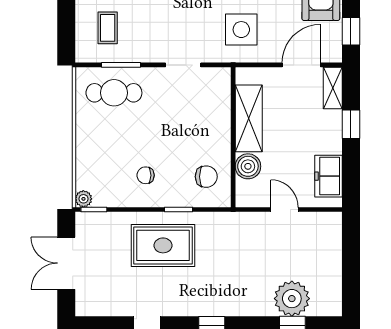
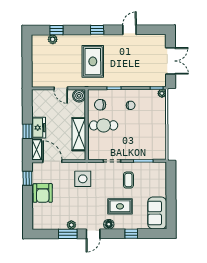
coffee table: (108, 28) -> (128, 180), moved
door: (301, 65) -> (52, 161), swing flipped
cafe table: (114, 93) -> (104, 125), moved
boiler: (248, 166) -> (79, 96), moved
freezer: (328, 176) -> (39, 128), moved
rug: (163, 245) -> (93, 61), moved, turned 90
plant: (292, 299) -> (53, 39), width x0.53, depth x0.53

